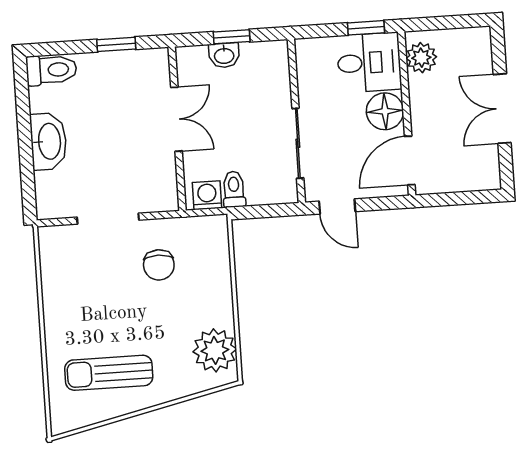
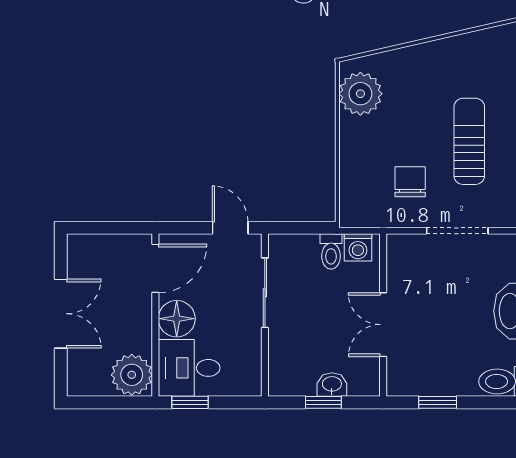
plant: (421, 58) -> (132, 375), width x1.36, depth x1.36
sun lounger: (109, 373) -> (469, 141), moved, turned -90

